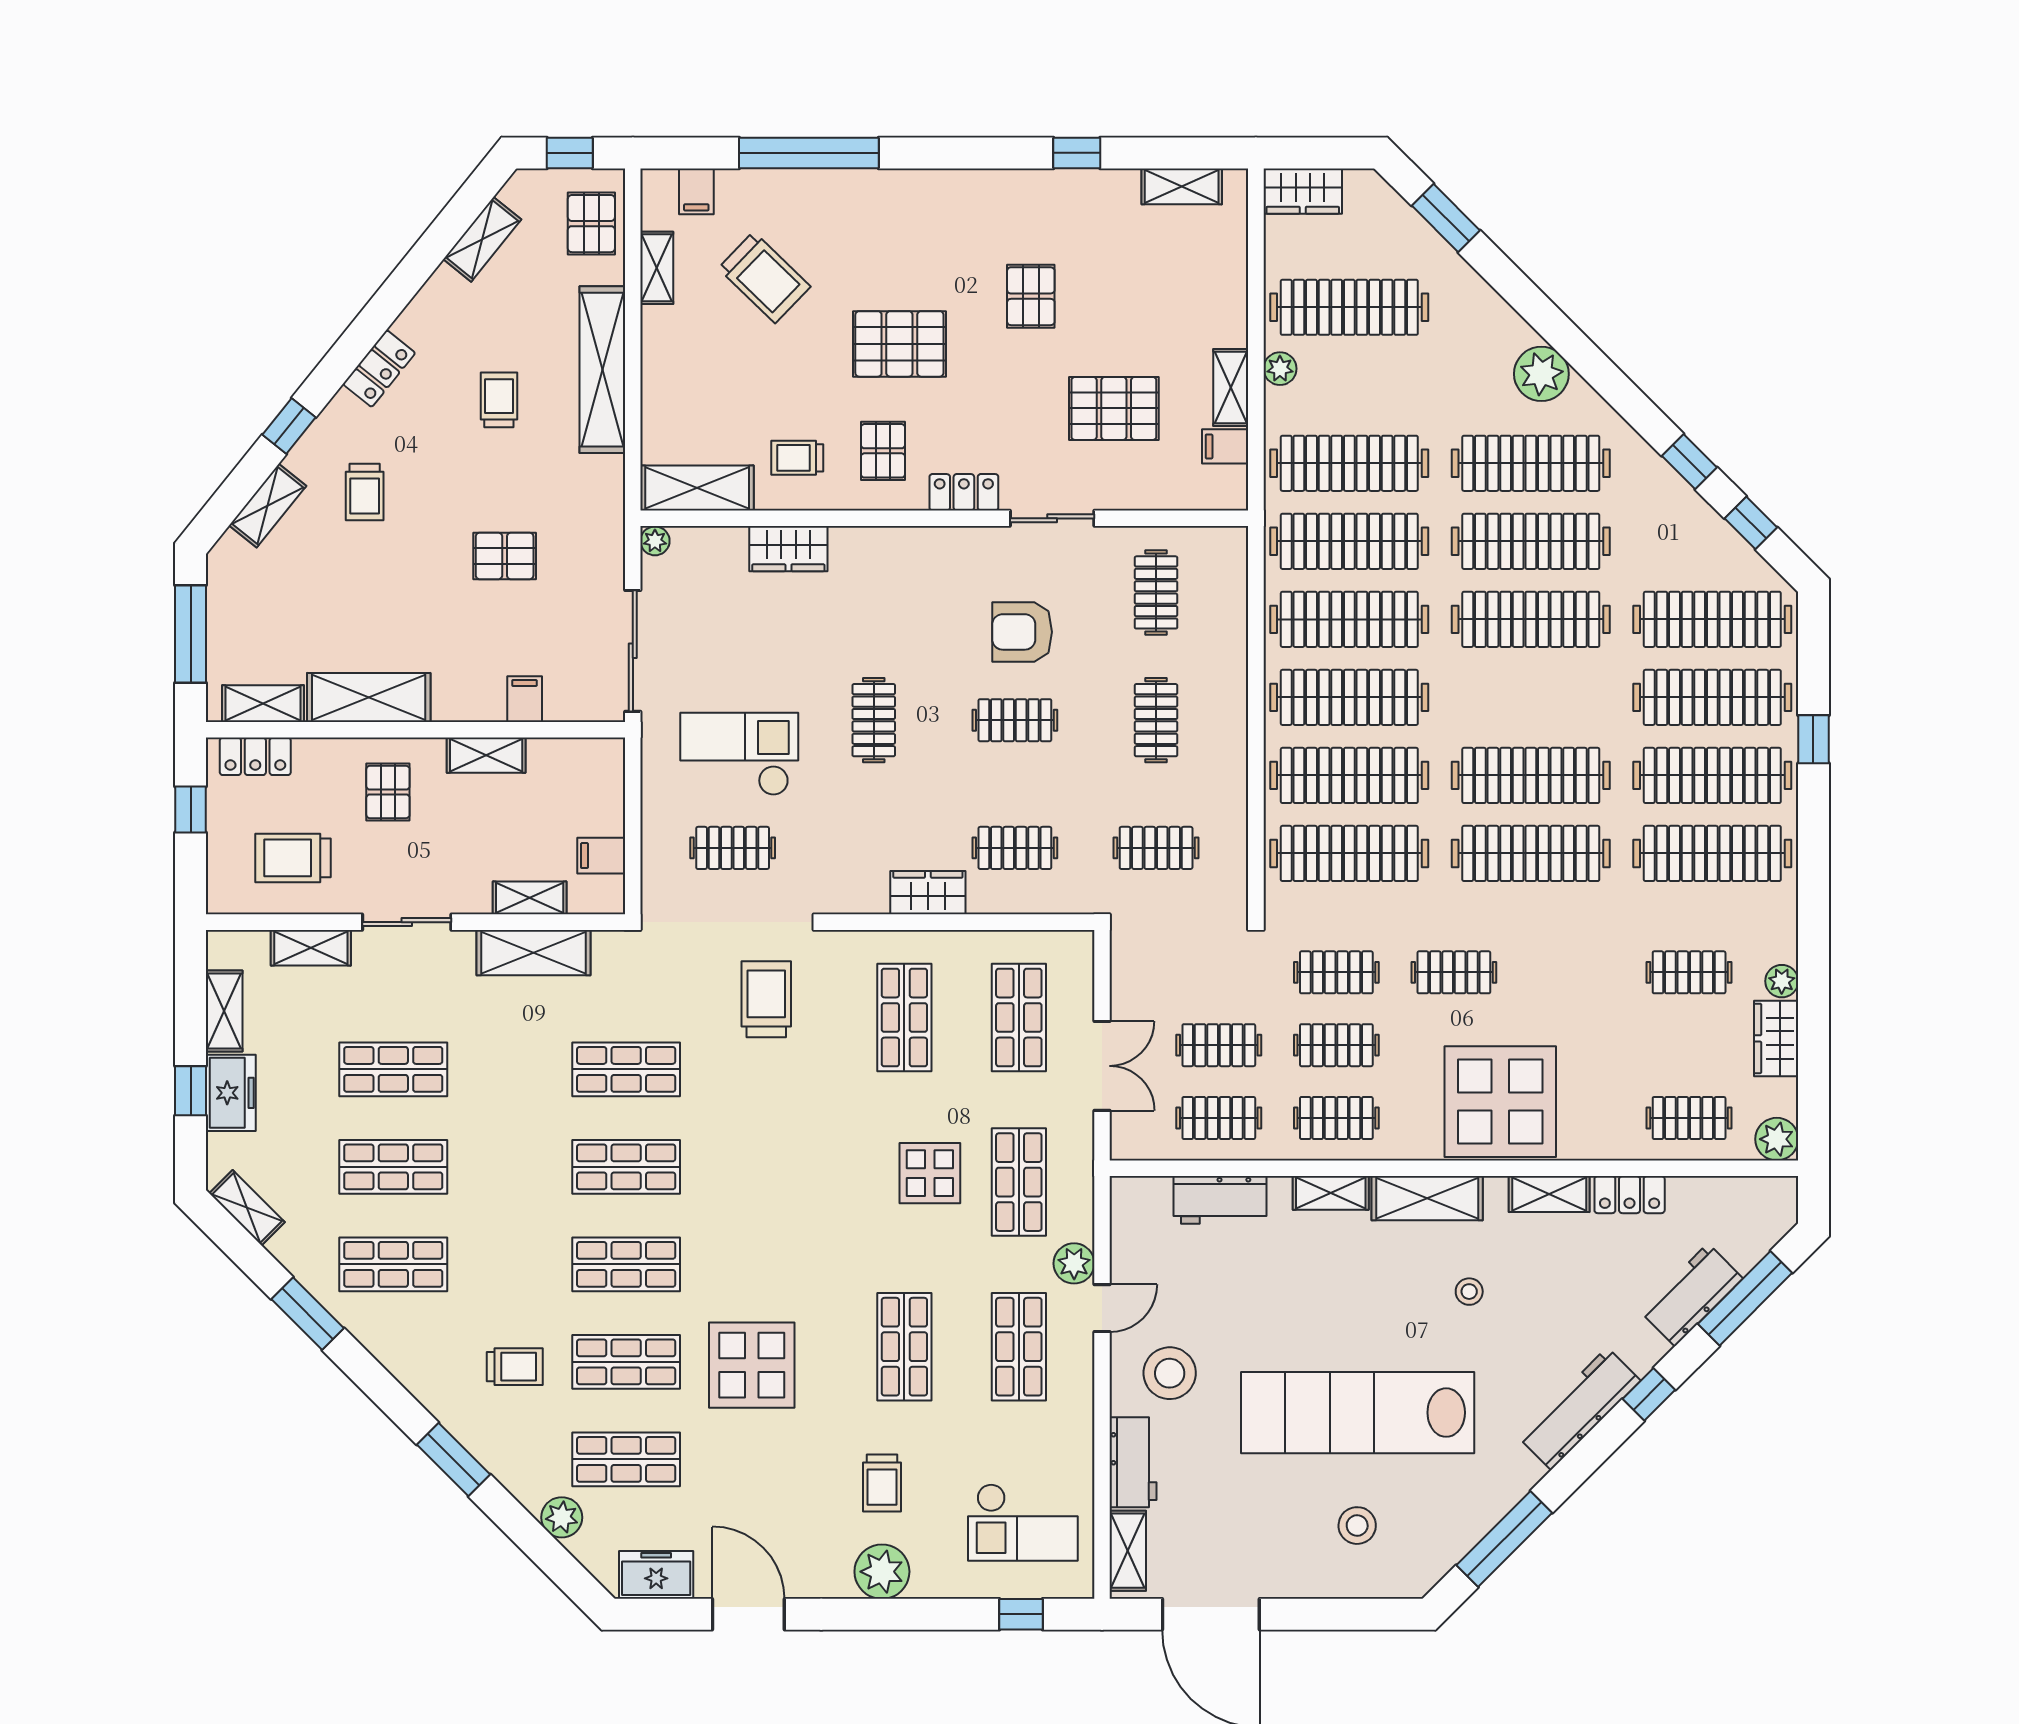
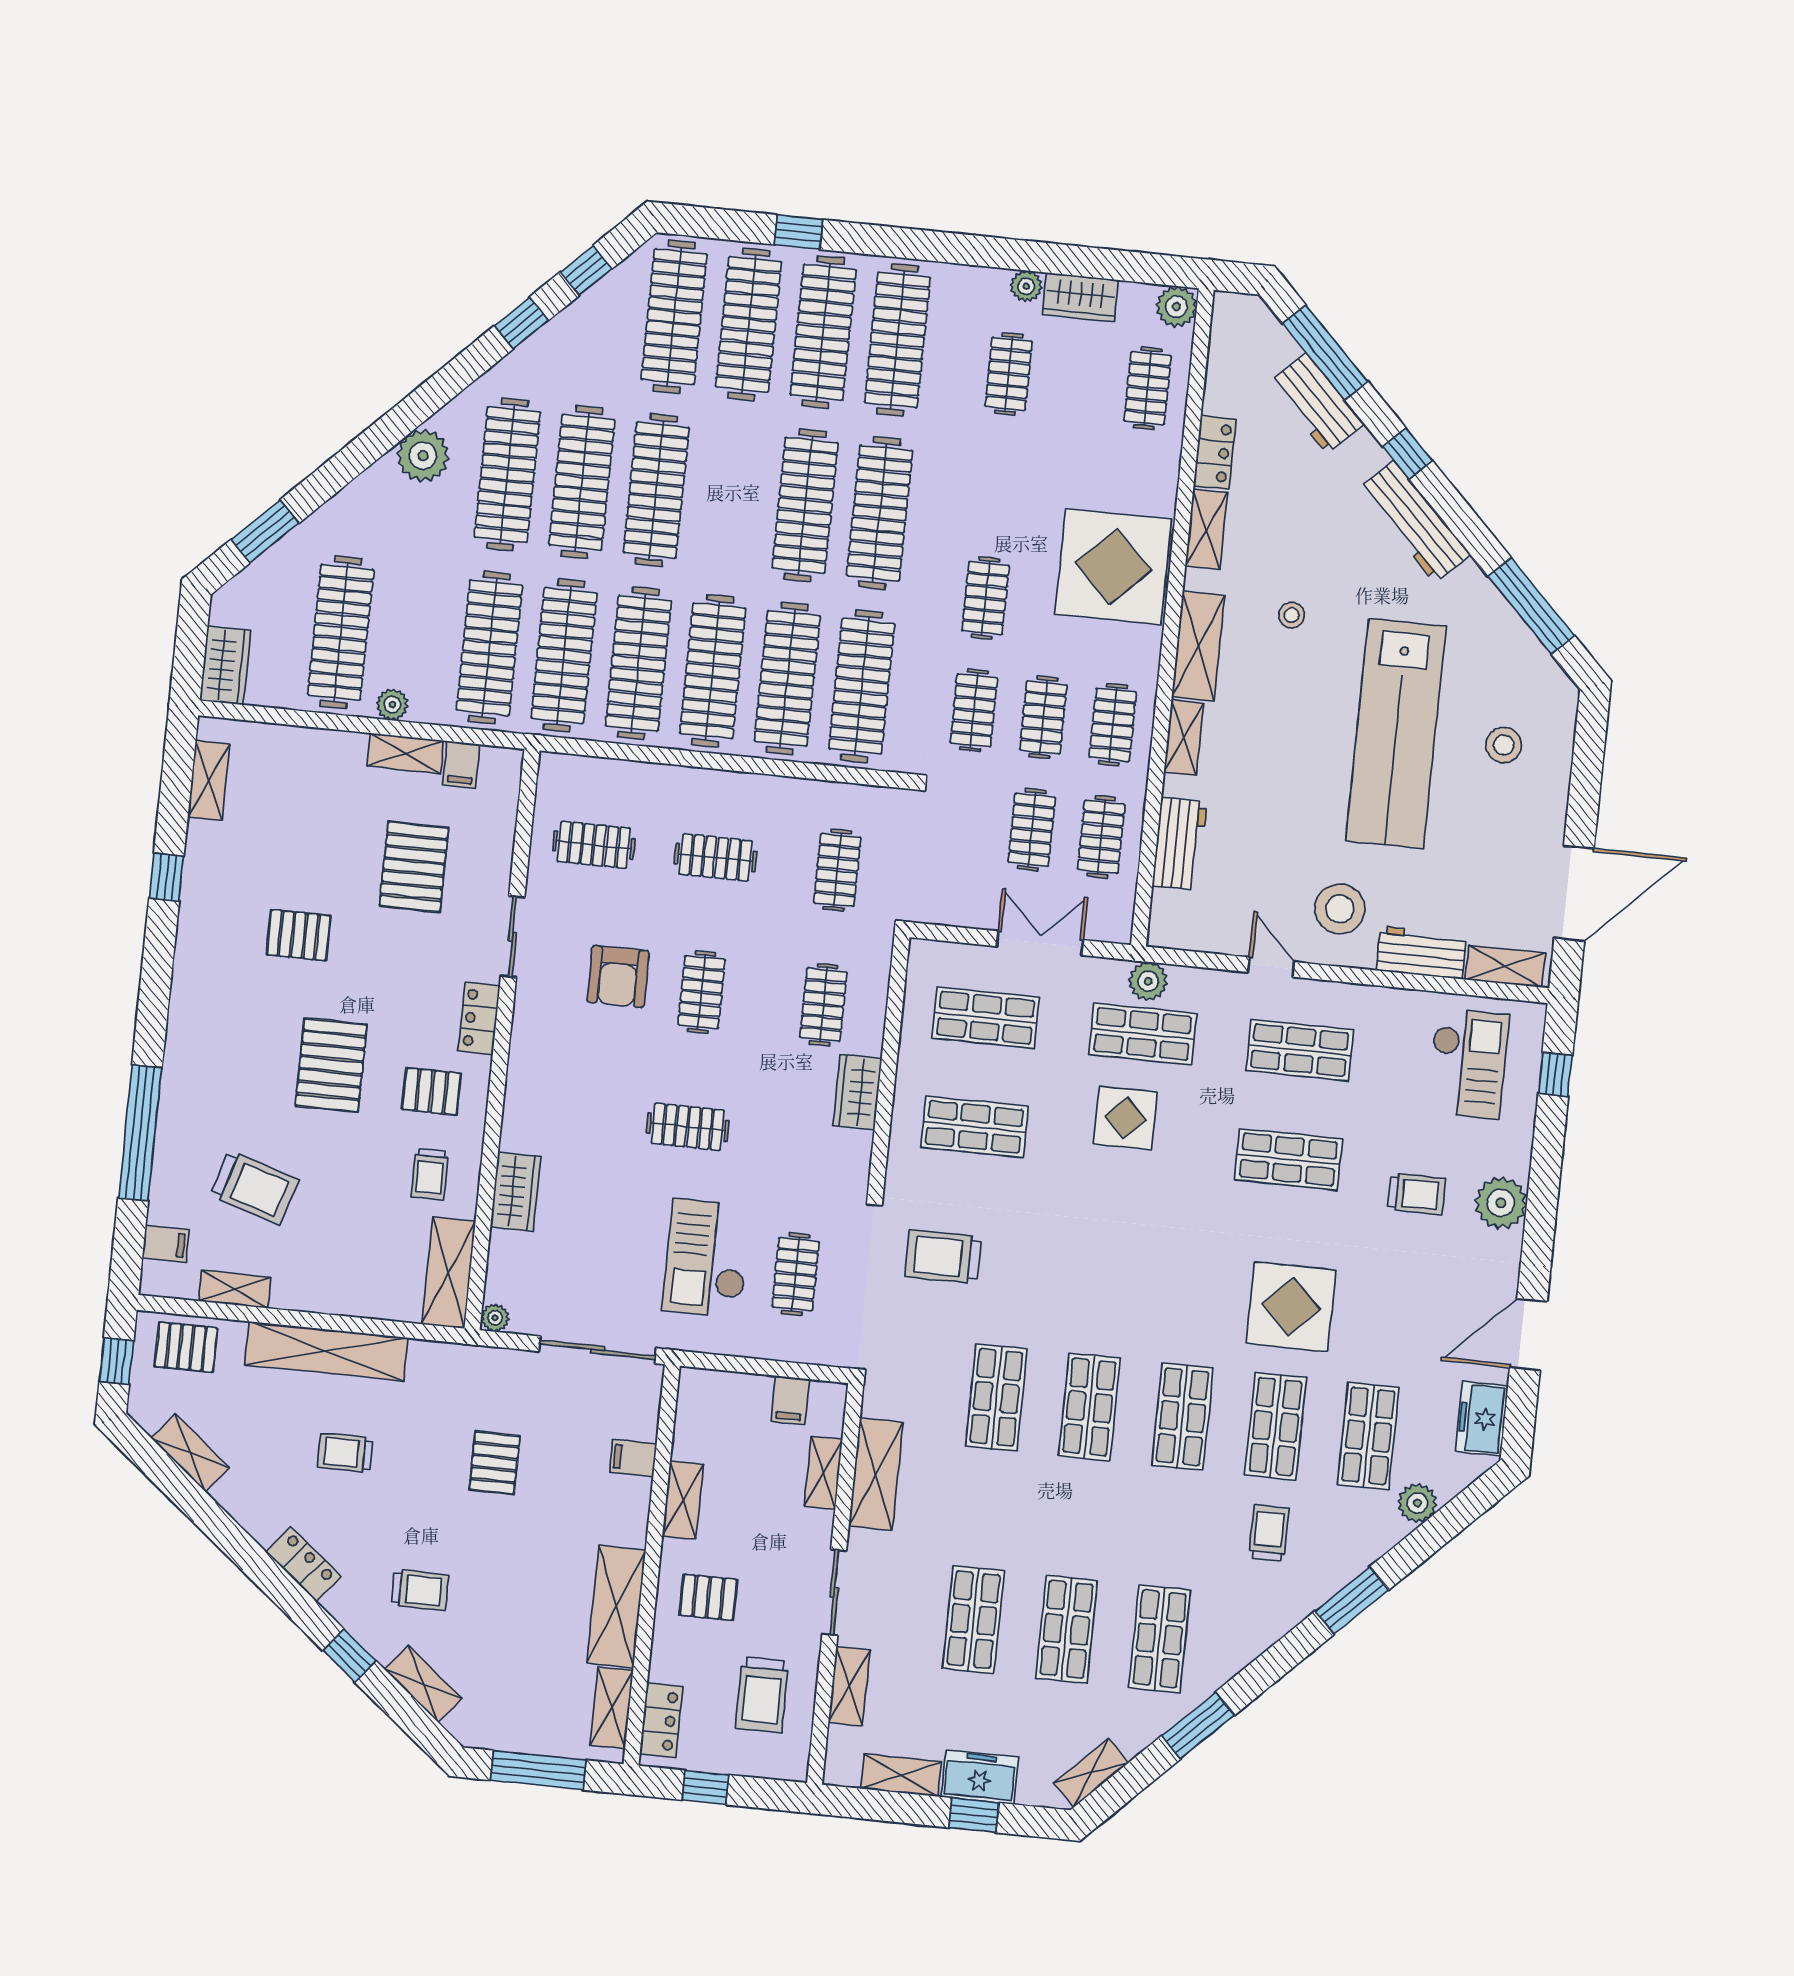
trolley: (764, 277) -> (254, 1188), turned 63
plant: (1074, 1263) -> (1148, 981), moved

